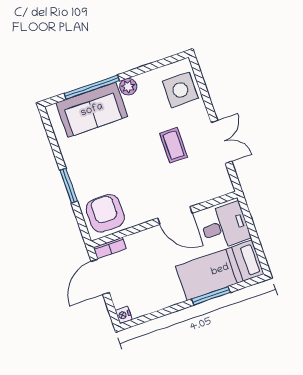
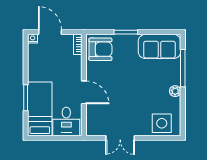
sofa: (92, 110) -> (159, 46), moved, turned -90
coffee table: (174, 145) -> (128, 107), removed
door: (175, 216) -> (84, 92), swing flipped
door: (100, 277) -> (50, 32), moved

